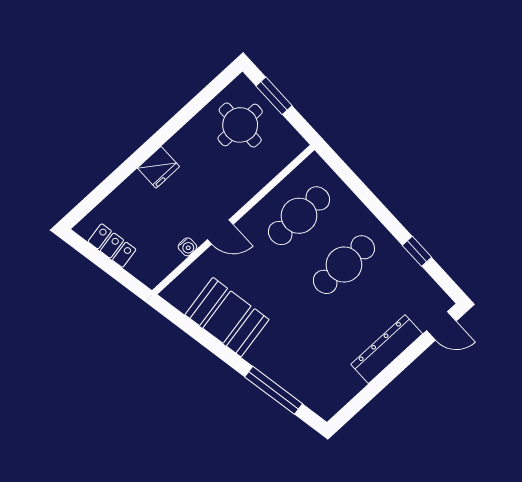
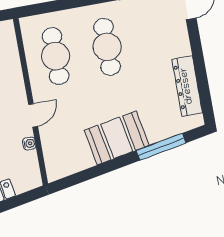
booth: (227, 317) -> (117, 138), moved
dresser: (387, 349) -> (187, 86), moved

